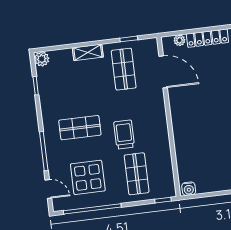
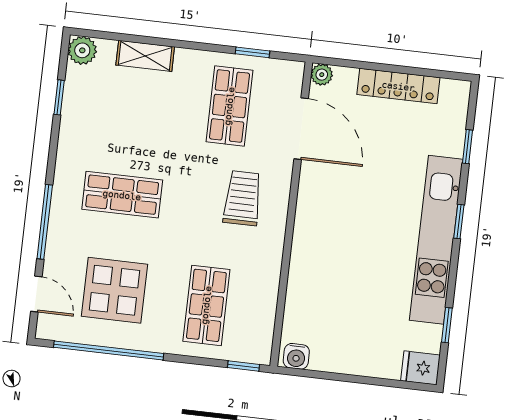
plant: (179, 40) -> (322, 75), moved
shelving: (88, 52) -> (145, 56), moved
trolley: (124, 135) -> (243, 198), moved

